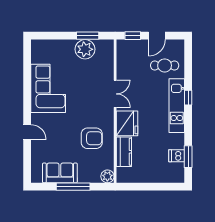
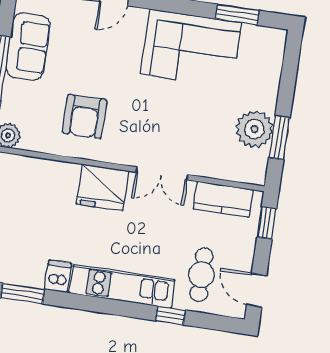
door: (157, 36) -> (257, 290), moved
window: (27, 67) -> (237, 15), added
window: (188, 98) -> (170, 316), moved
kitchen counter: (124, 152) -> (223, 199), moved
dishwasher: (177, 156) -> (58, 276), moved

